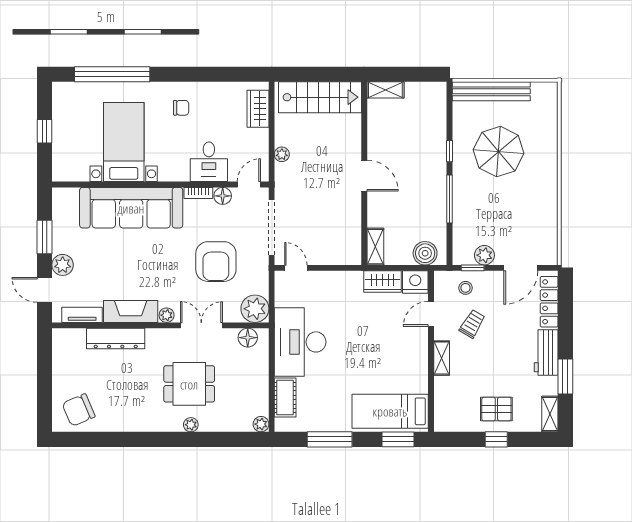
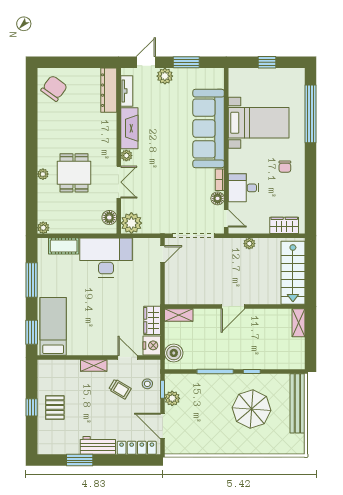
armchair: (216, 262) -> (167, 193), removed
dresser: (116, 338) -> (109, 90), moved
chair: (79, 410) -> (54, 88), turned 59
shelving: (550, 414) -> (51, 448), removed

